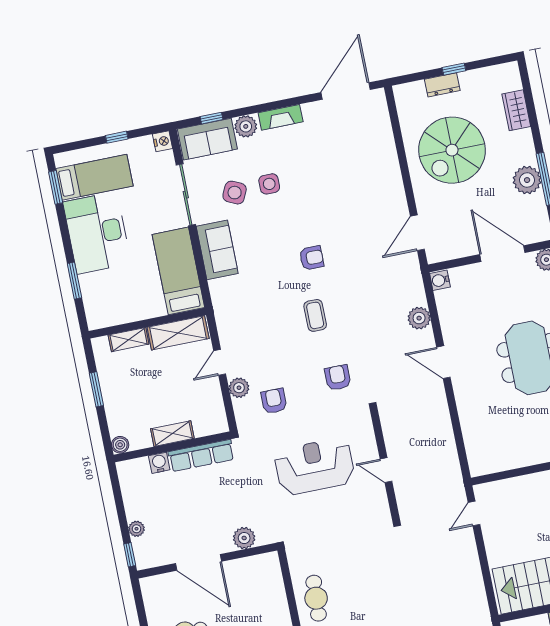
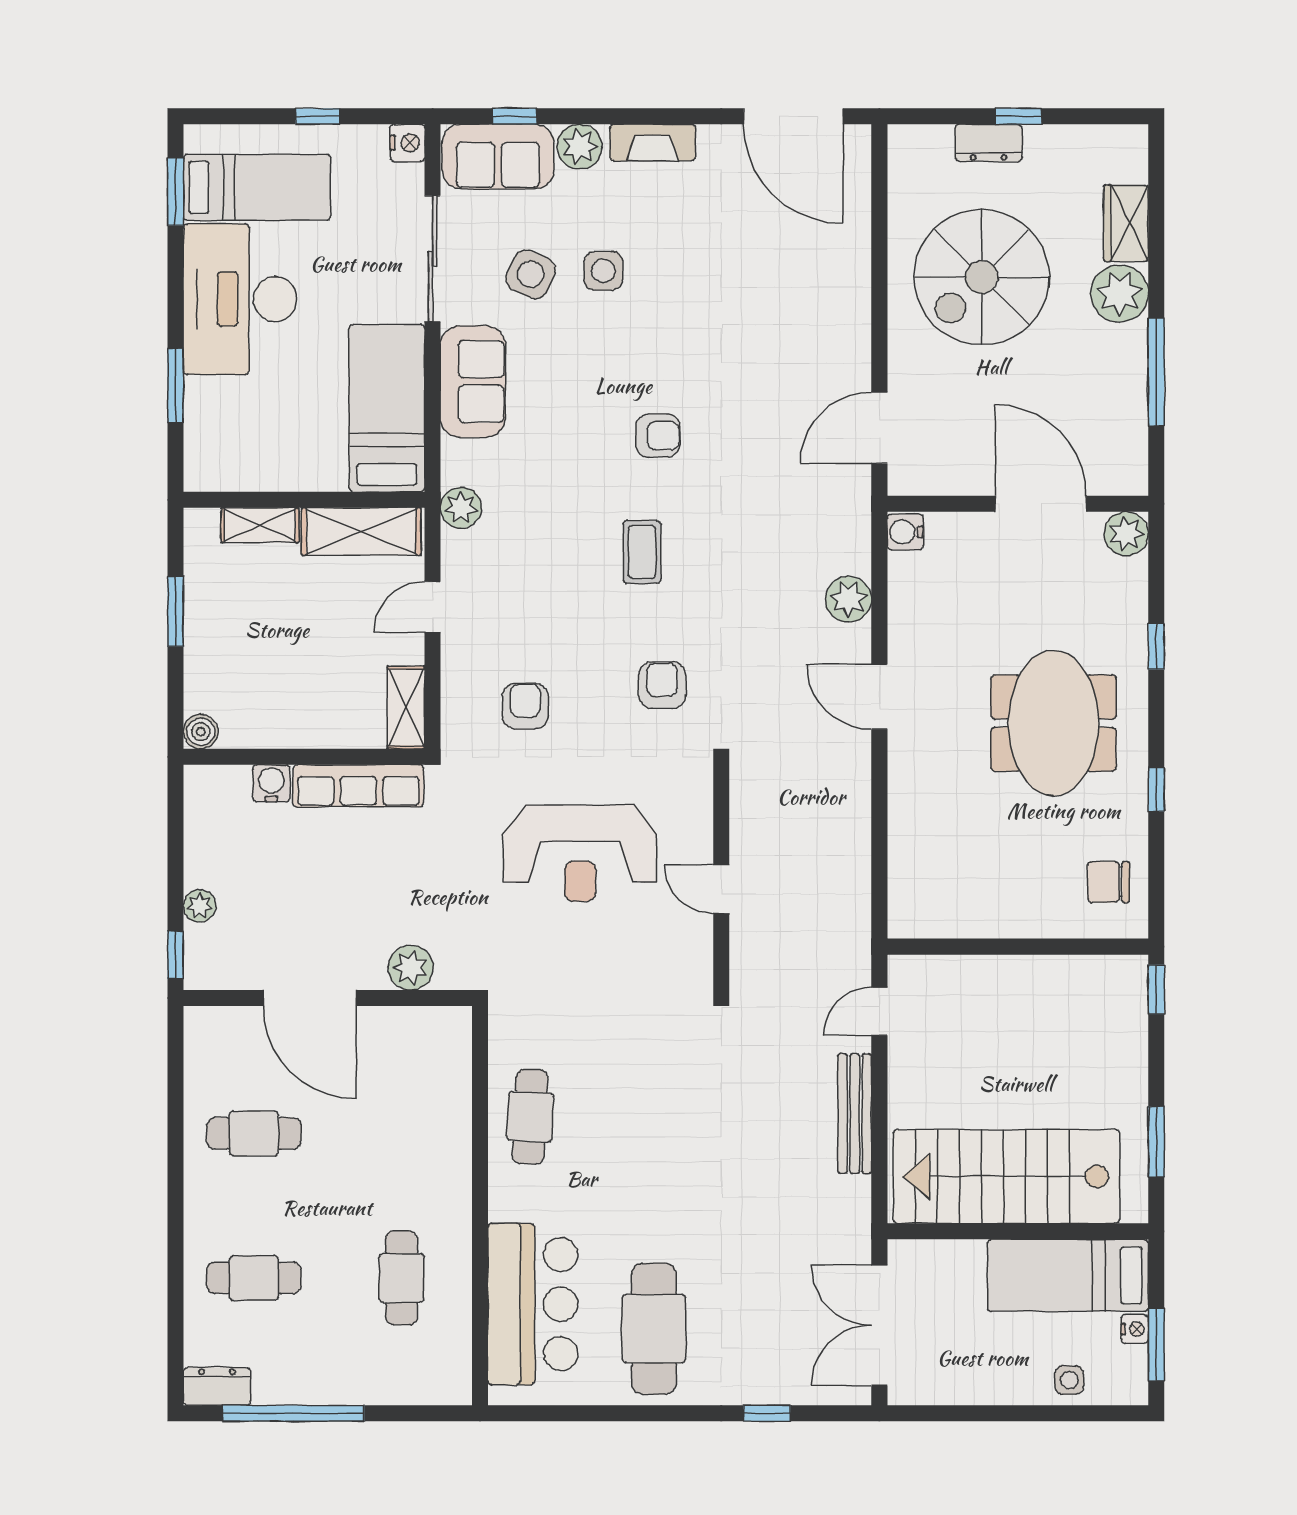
door: (346, 91) -> (793, 116), swing flipped
plant: (527, 180) -> (1120, 293), moved
plant: (239, 388) -> (461, 508), moved
shelving: (172, 434) -> (406, 707), moved, turned 90
reception desk: (315, 466) -> (580, 853), turned 180
bench: (472, 565) -> (855, 1114), added

